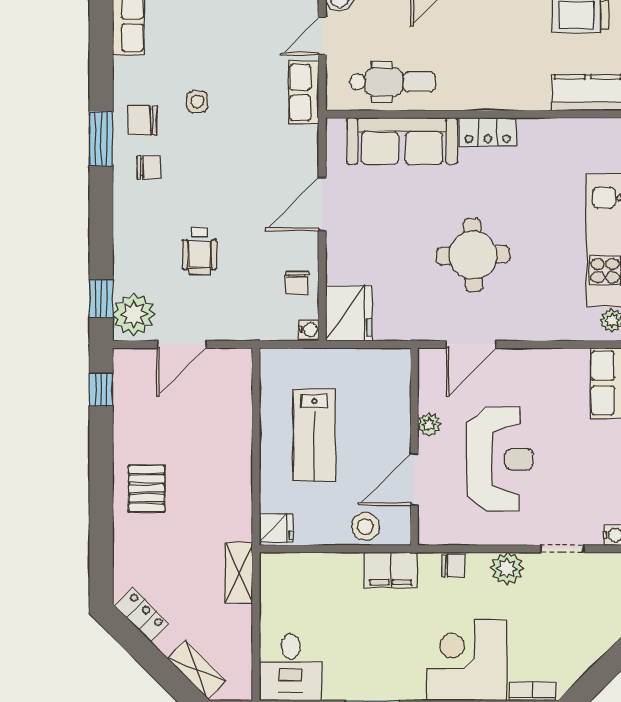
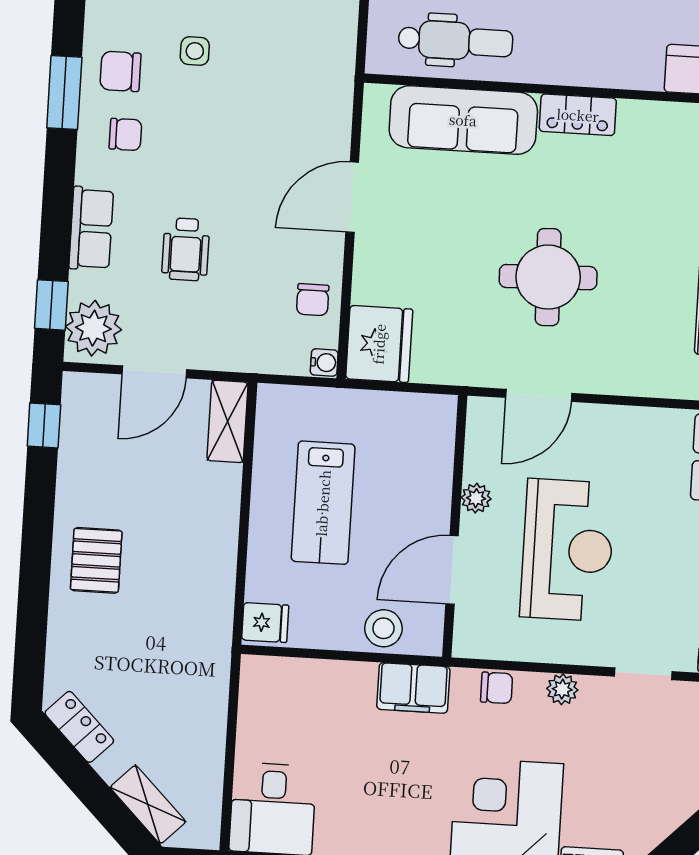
row of seats: (304, 92) -> (91, 229), moved, turned 180
plant: (507, 568) -> (562, 689), width x0.73, depth x0.73
shelving: (239, 573) -> (228, 421), moved

